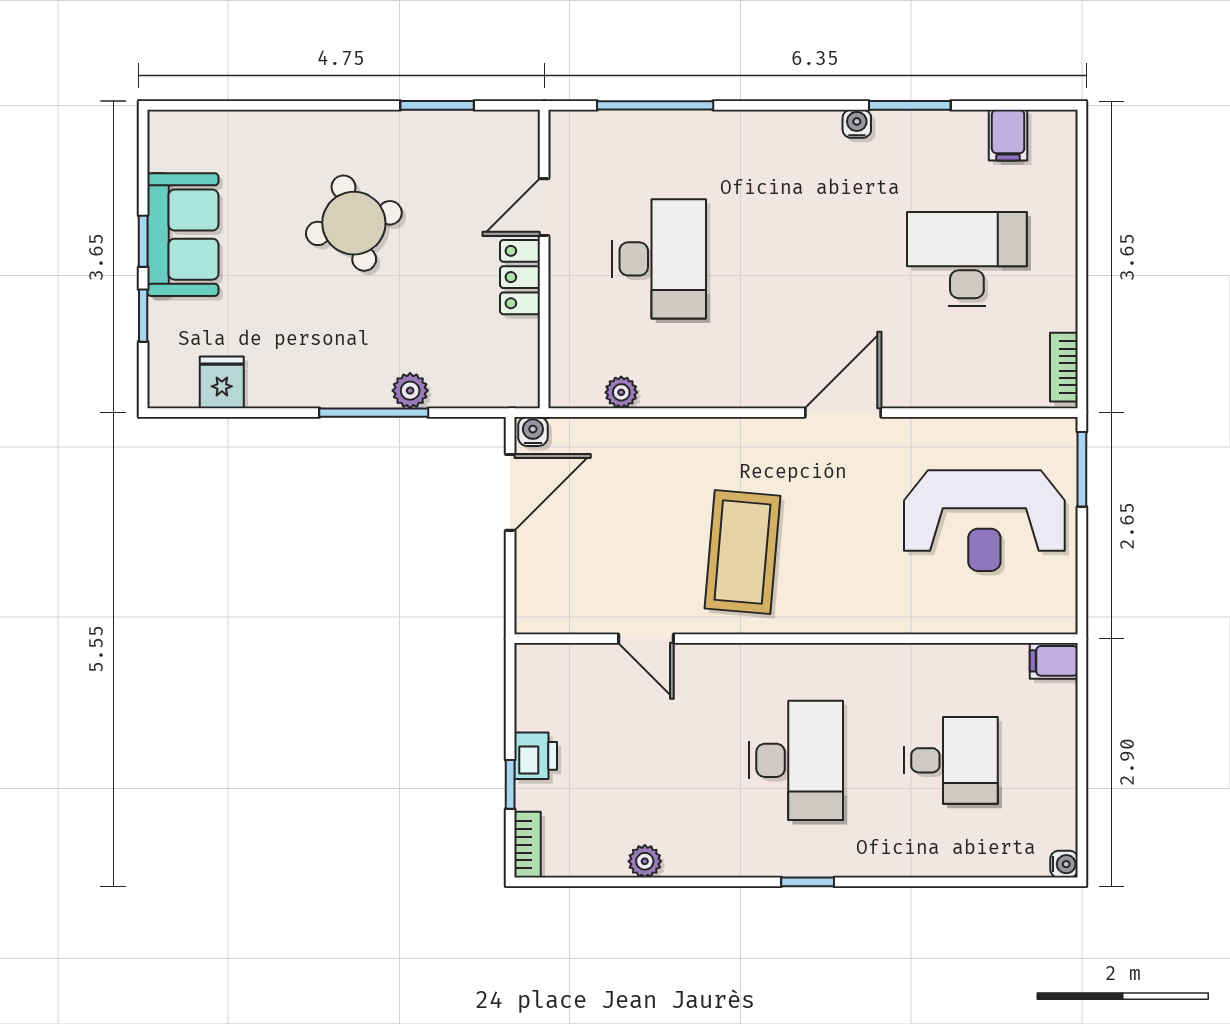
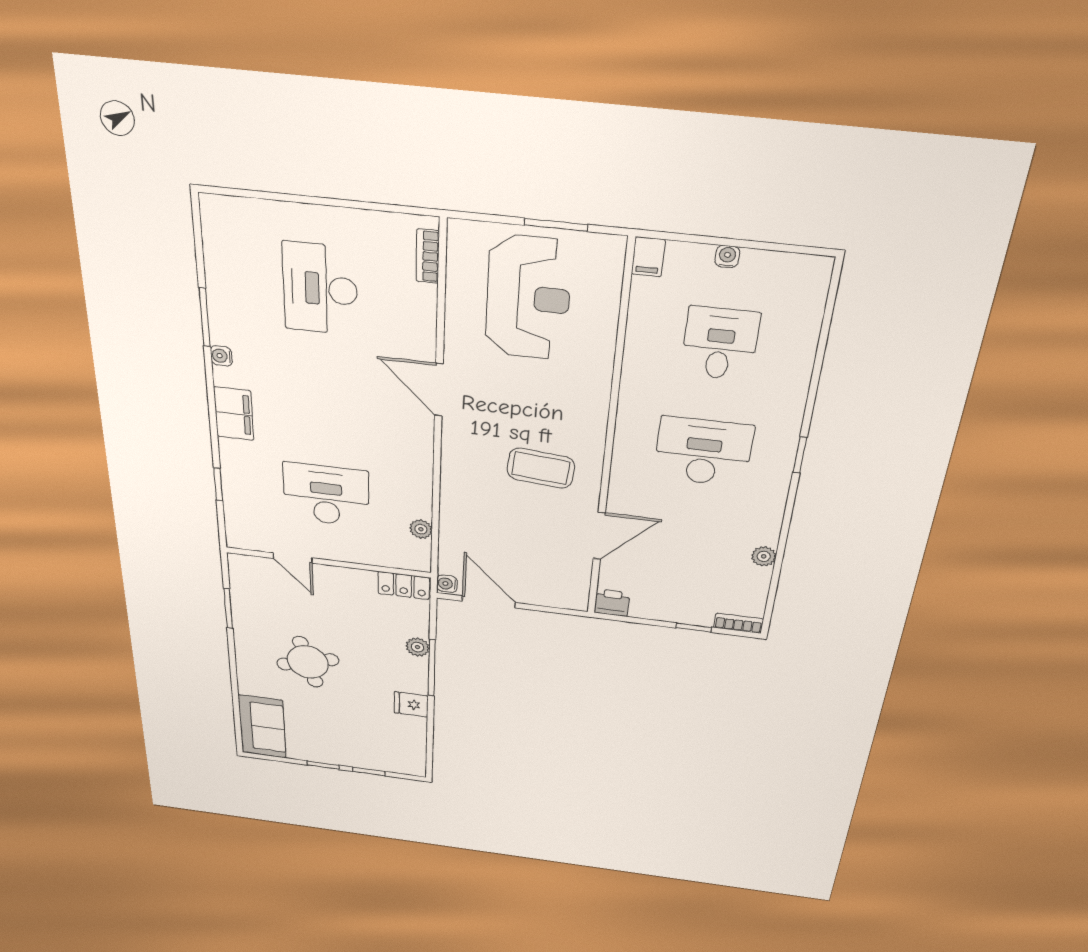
window: (655, 105) -> (218, 484), width x0.46
filing cabinet: (1008, 135) -> (234, 414), moved, width x2.00
sofa: (183, 235) -> (262, 727), moved, turned 90
locker: (520, 277) -> (404, 586), moved
bookcase: (1064, 367) -> (428, 256), moved, turned 90
fridge: (222, 382) -> (411, 704), moved
window: (1082, 469) -> (556, 225), moved
coffee table: (742, 552) -> (541, 468), width x0.73, depth x0.76
door: (646, 639) -> (599, 536), width x1.38
printer: (536, 756) -> (612, 603), moved
water cooler: (1064, 864) -> (727, 257), moved

